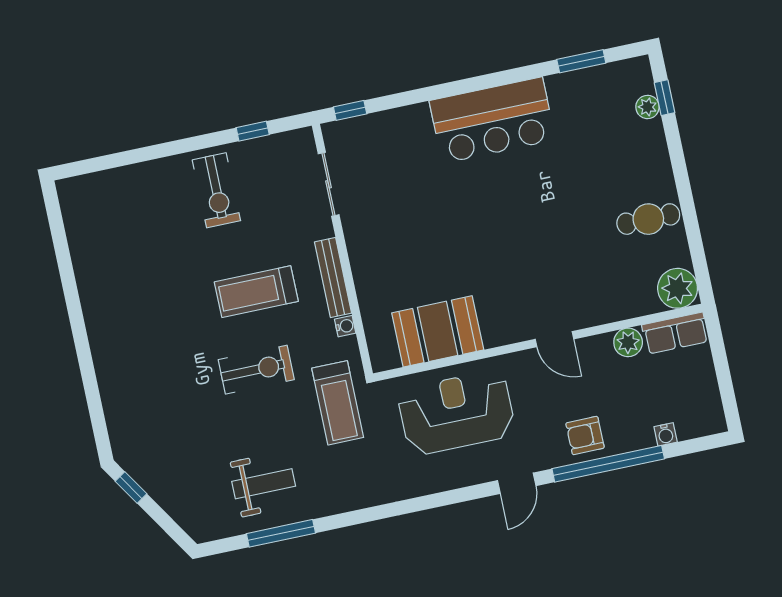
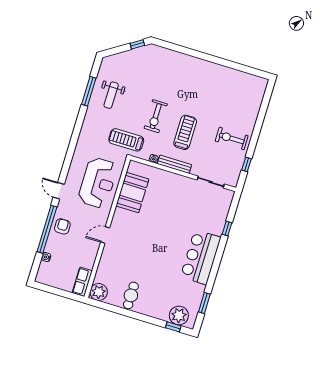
plant: (647, 107) -> (179, 315), width x1.88, depth x1.88
window: (350, 110) -> (227, 228), moved
plant: (628, 342) -> (89, 262), removed

